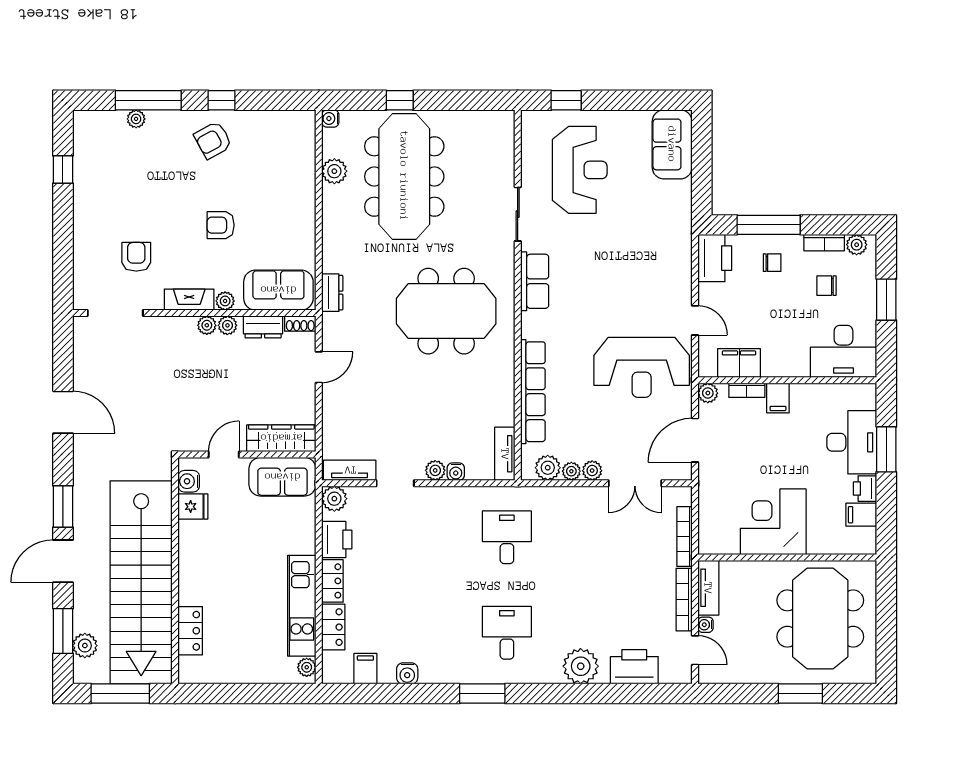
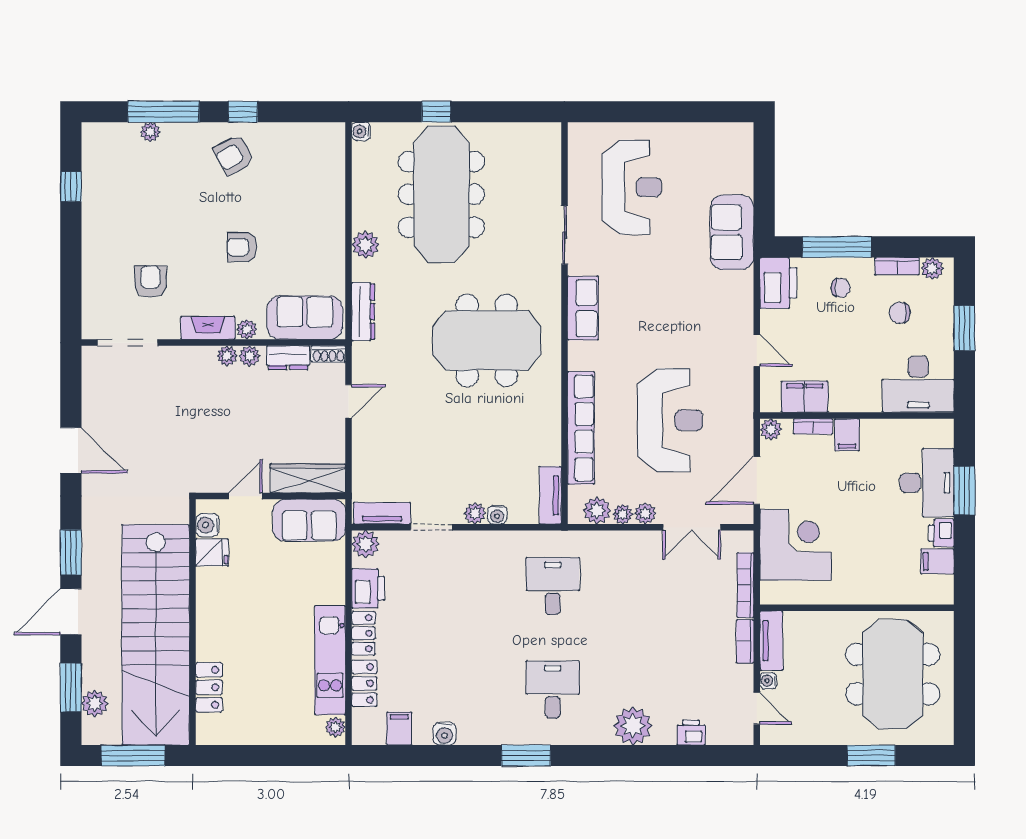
window: (566, 100) -> (617, 112), removed
sofa: (672, 144) -> (732, 232), moved
plant: (334, 171) -> (365, 245), moved
dresser: (332, 293) -> (363, 312), width x1.44
reception desk: (642, 367) -> (670, 420), moved, turned -90
corner desk: (773, 522) -> (796, 545), moved, turned 90
bookcase: (684, 600) -> (745, 641), width x0.64
printer: (634, 667) -> (691, 733), width x0.53, depth x0.68

